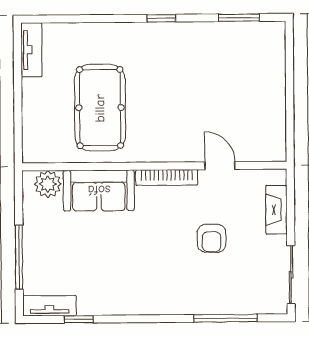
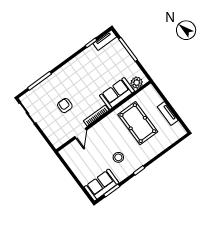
sofa: (250, 42) -> (102, 185), added
tv unit: (31, 50) -> (168, 114), moved
stool: (182, 70) -> (118, 157), added
door: (220, 166) -> (81, 133), hinge flipped
fireplace: (276, 210) -> (49, 132), removed

